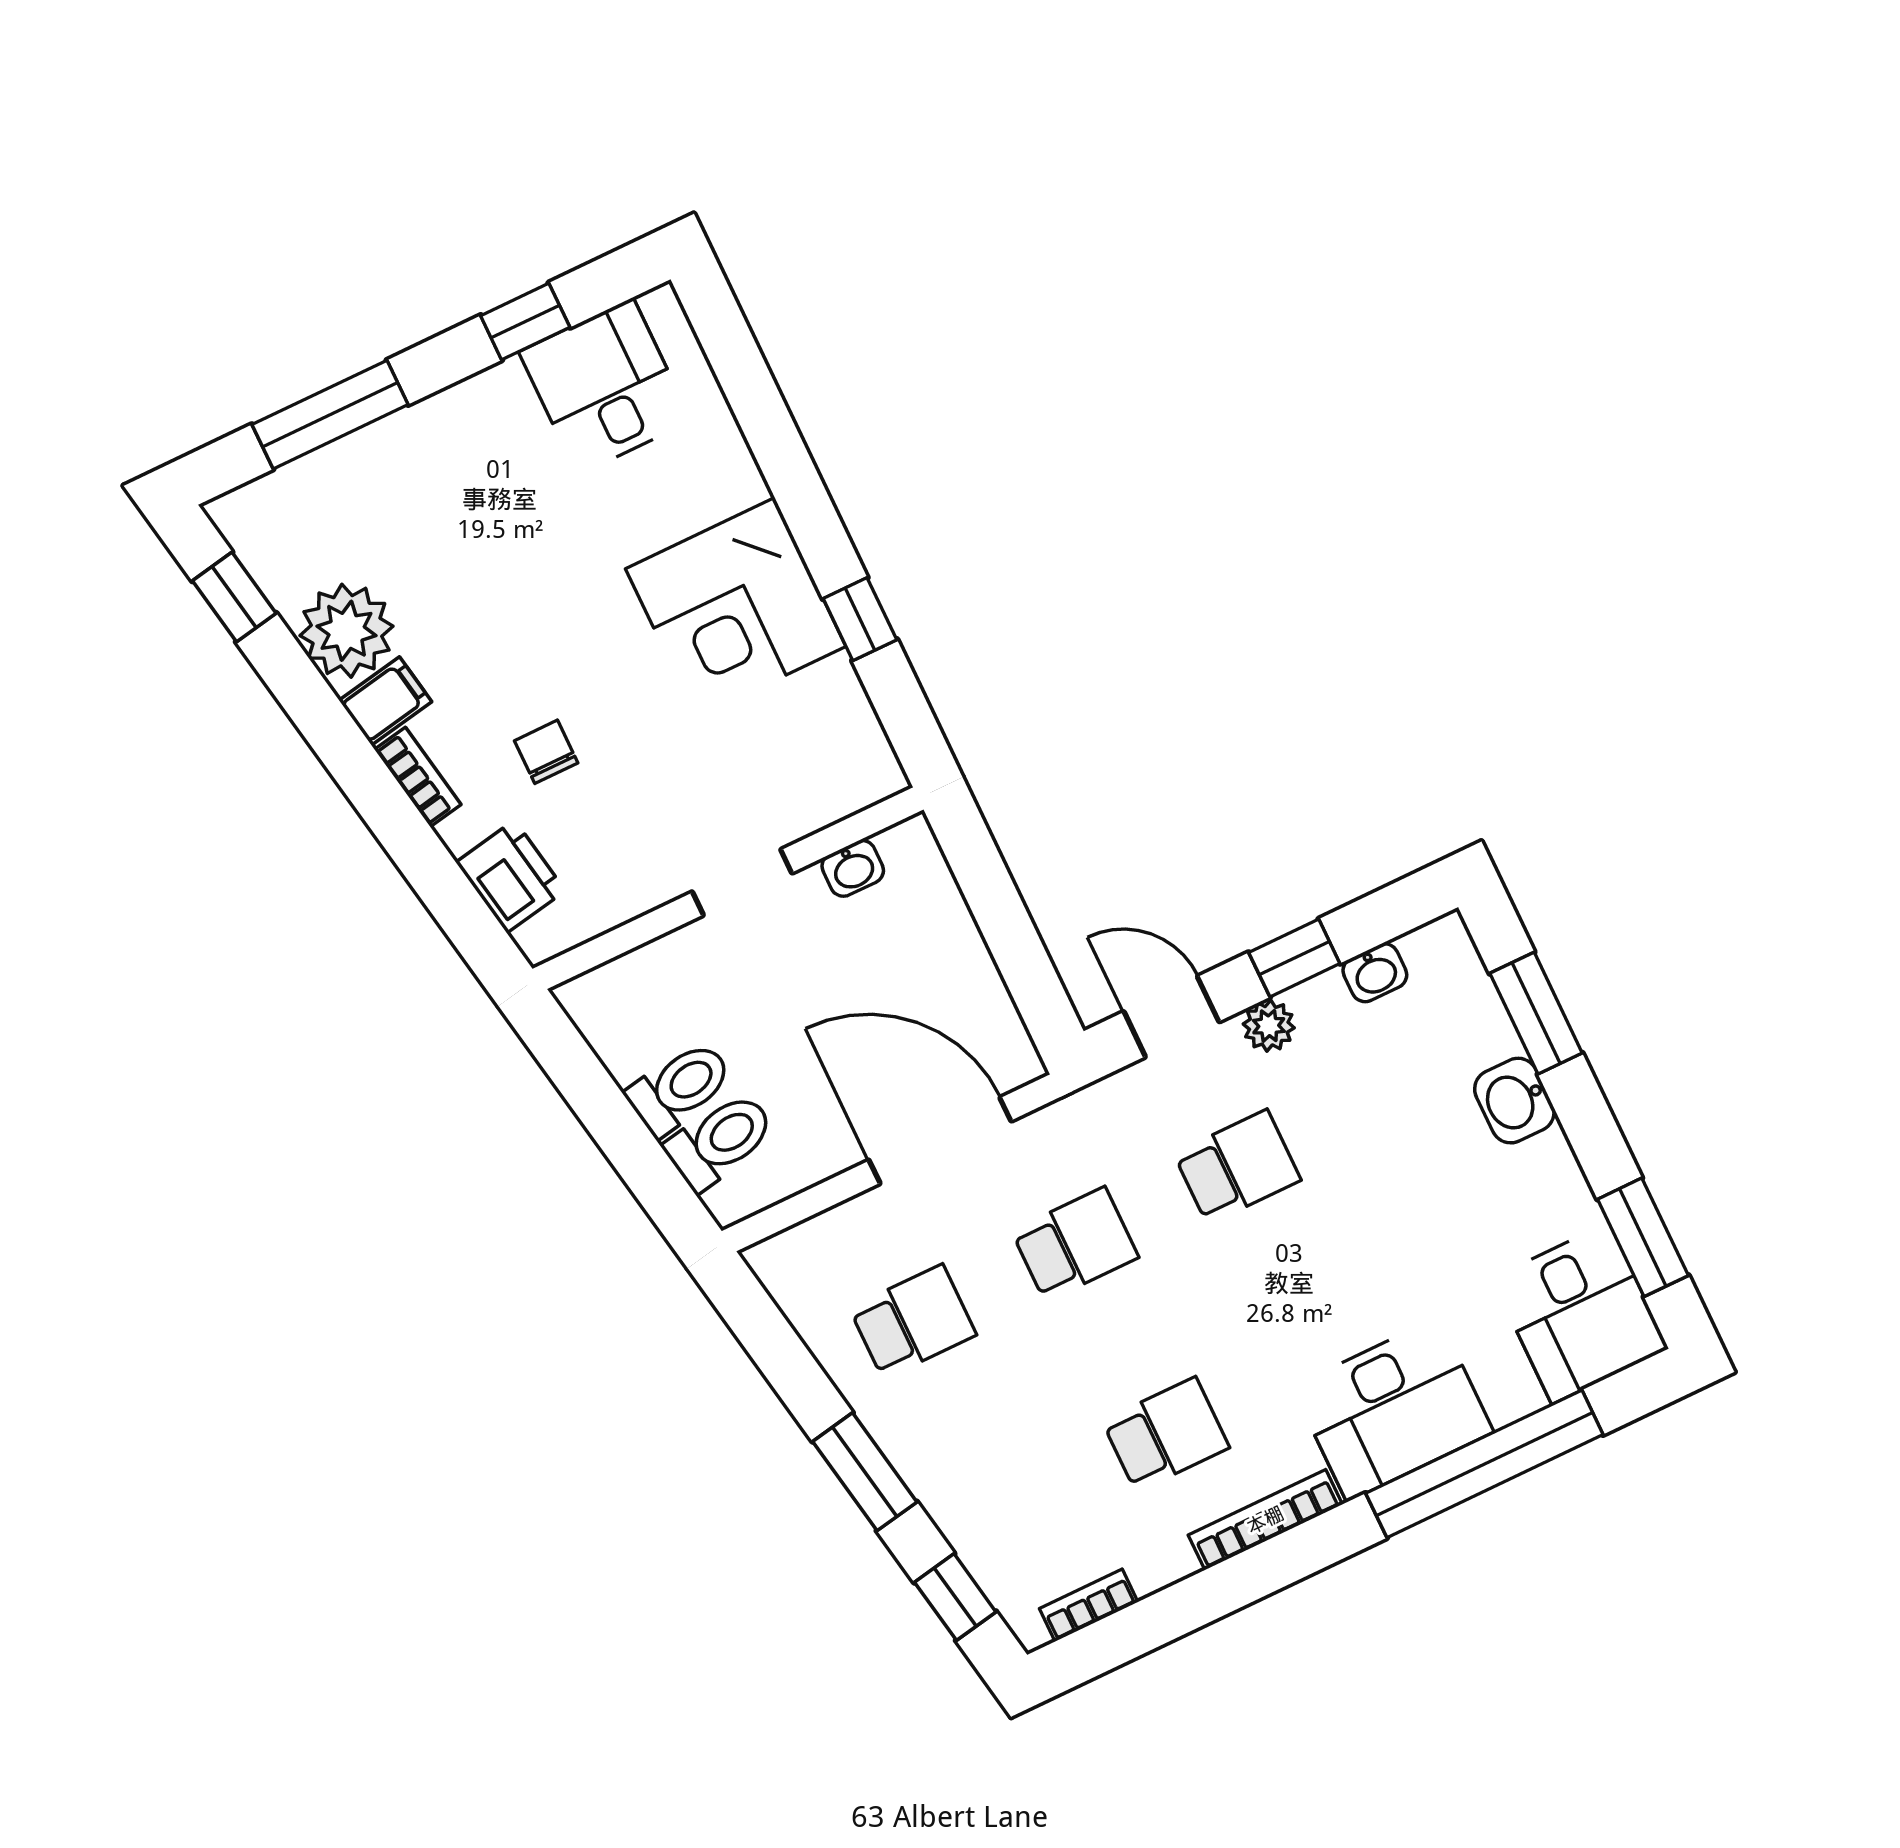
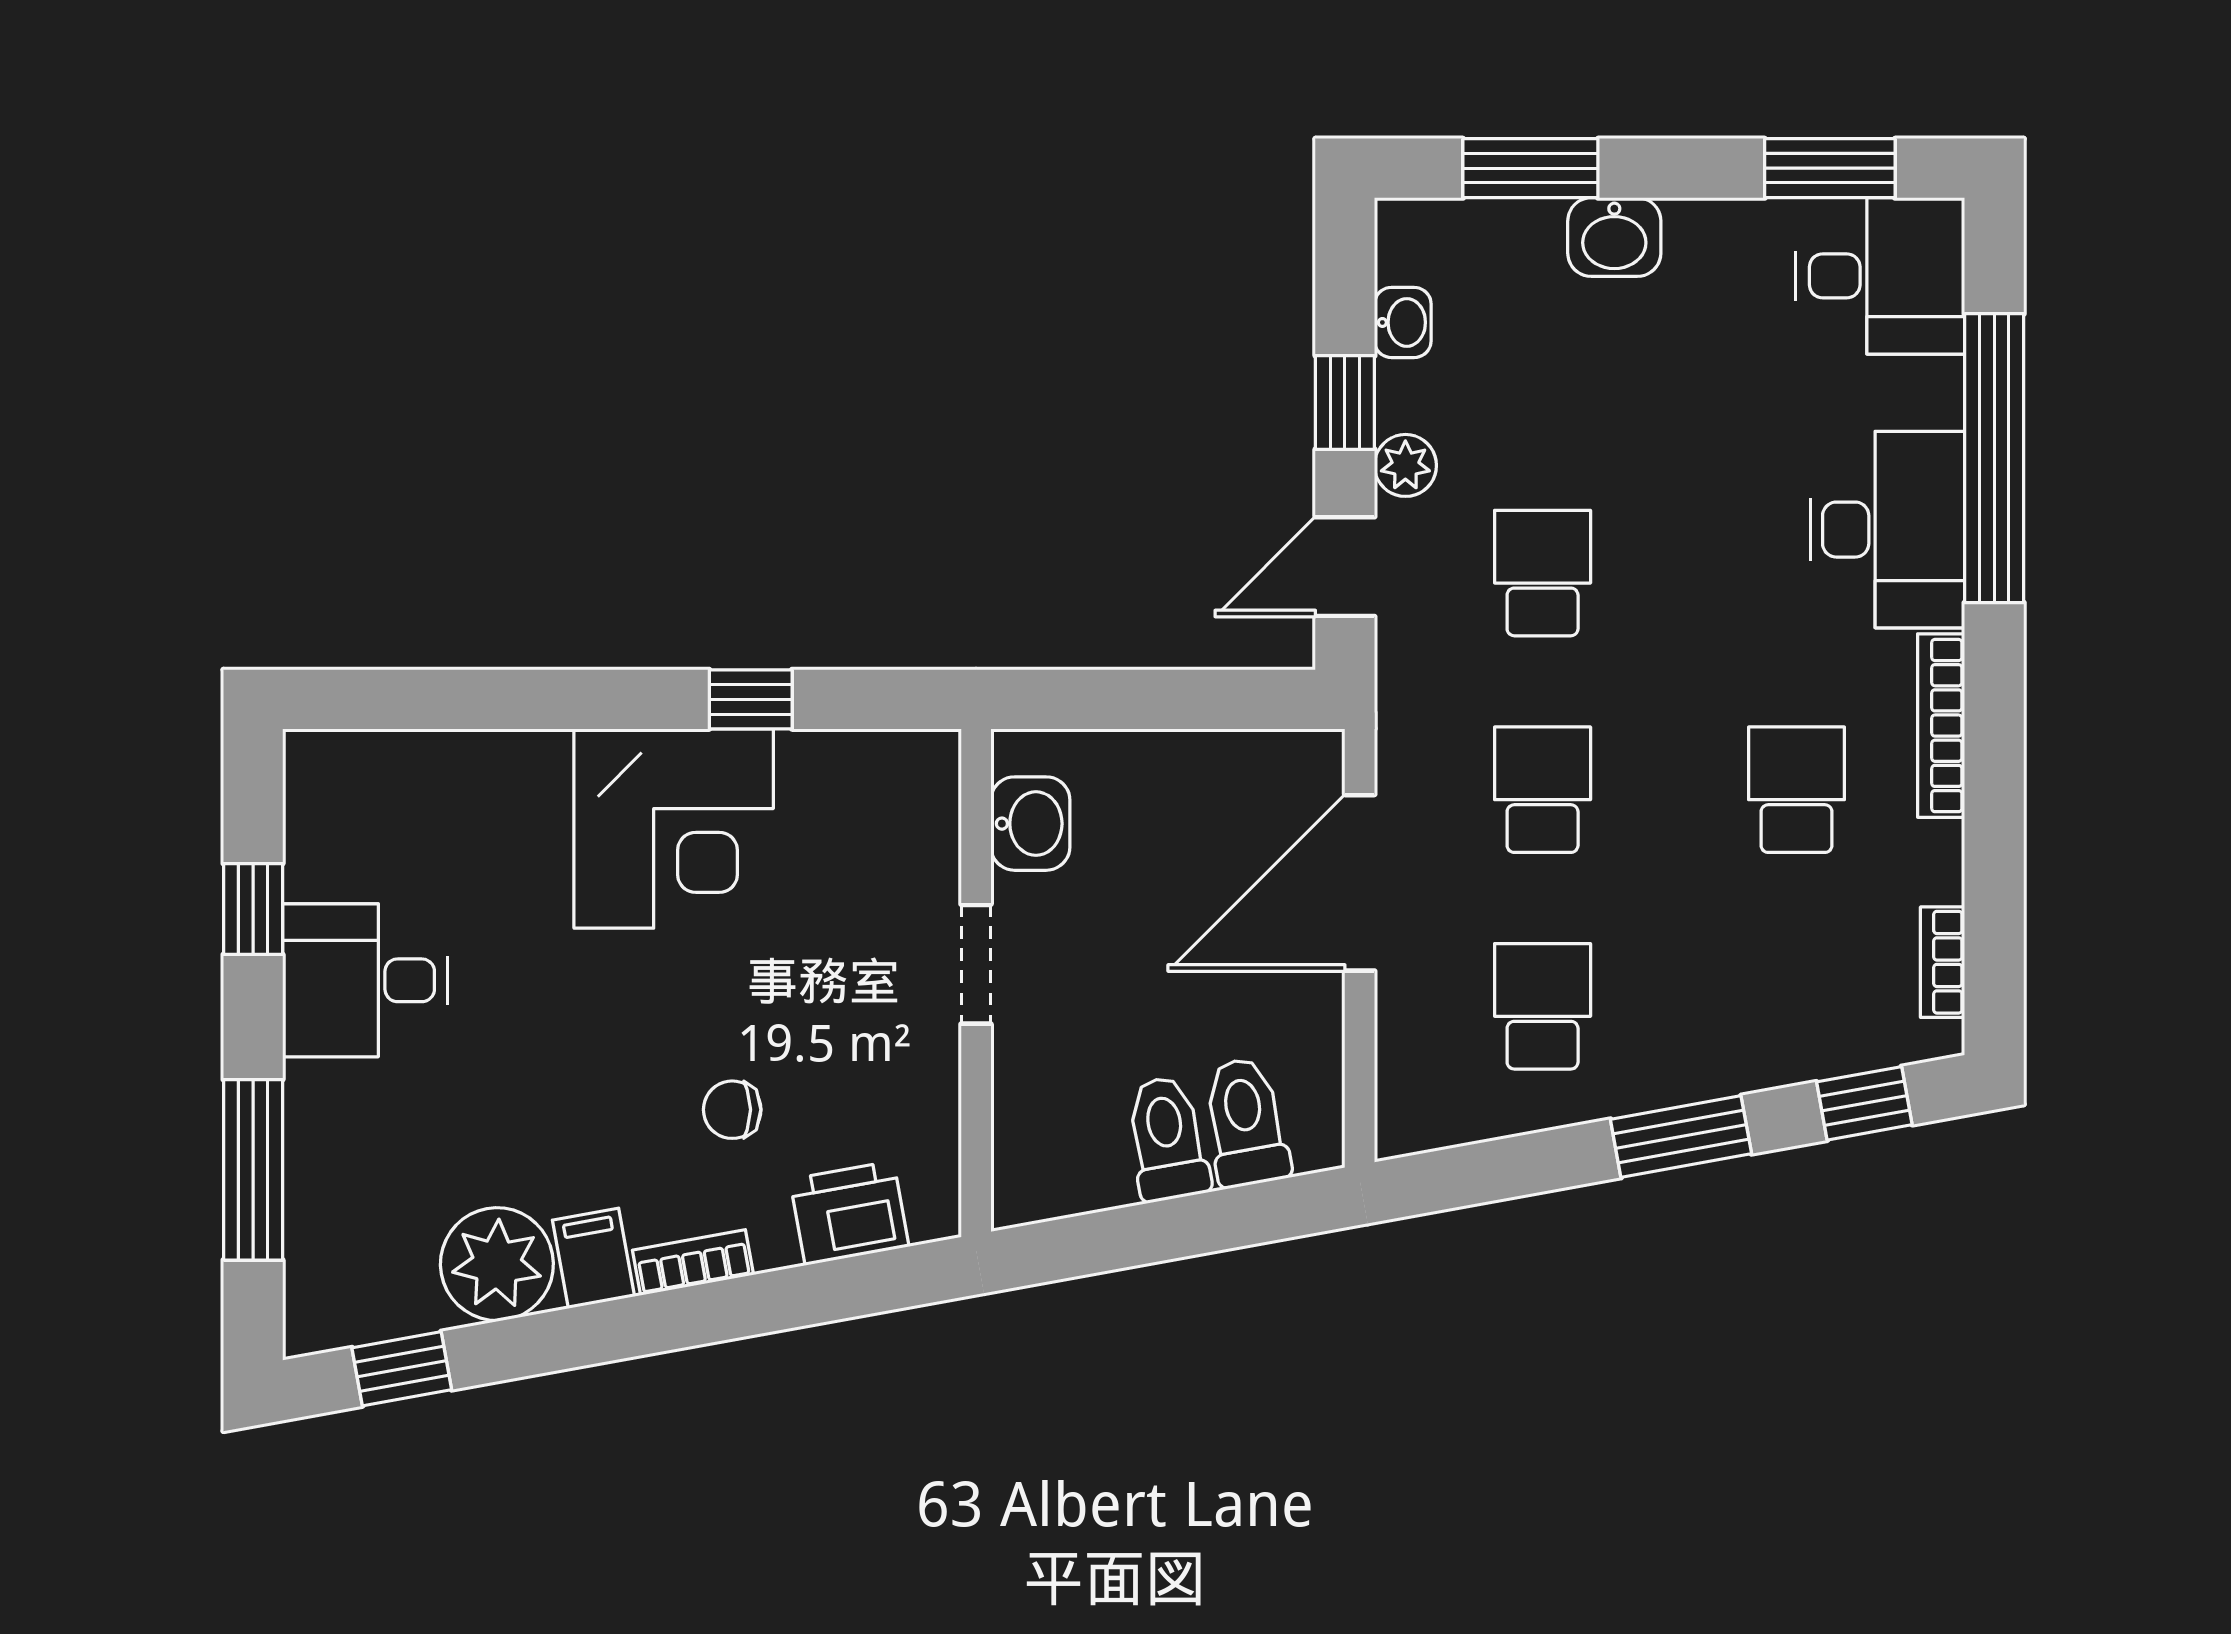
desk: (605, 386) -> (365, 980), moved
washbasin: (853, 868) -> (1030, 824), width x1.38, depth x1.45

